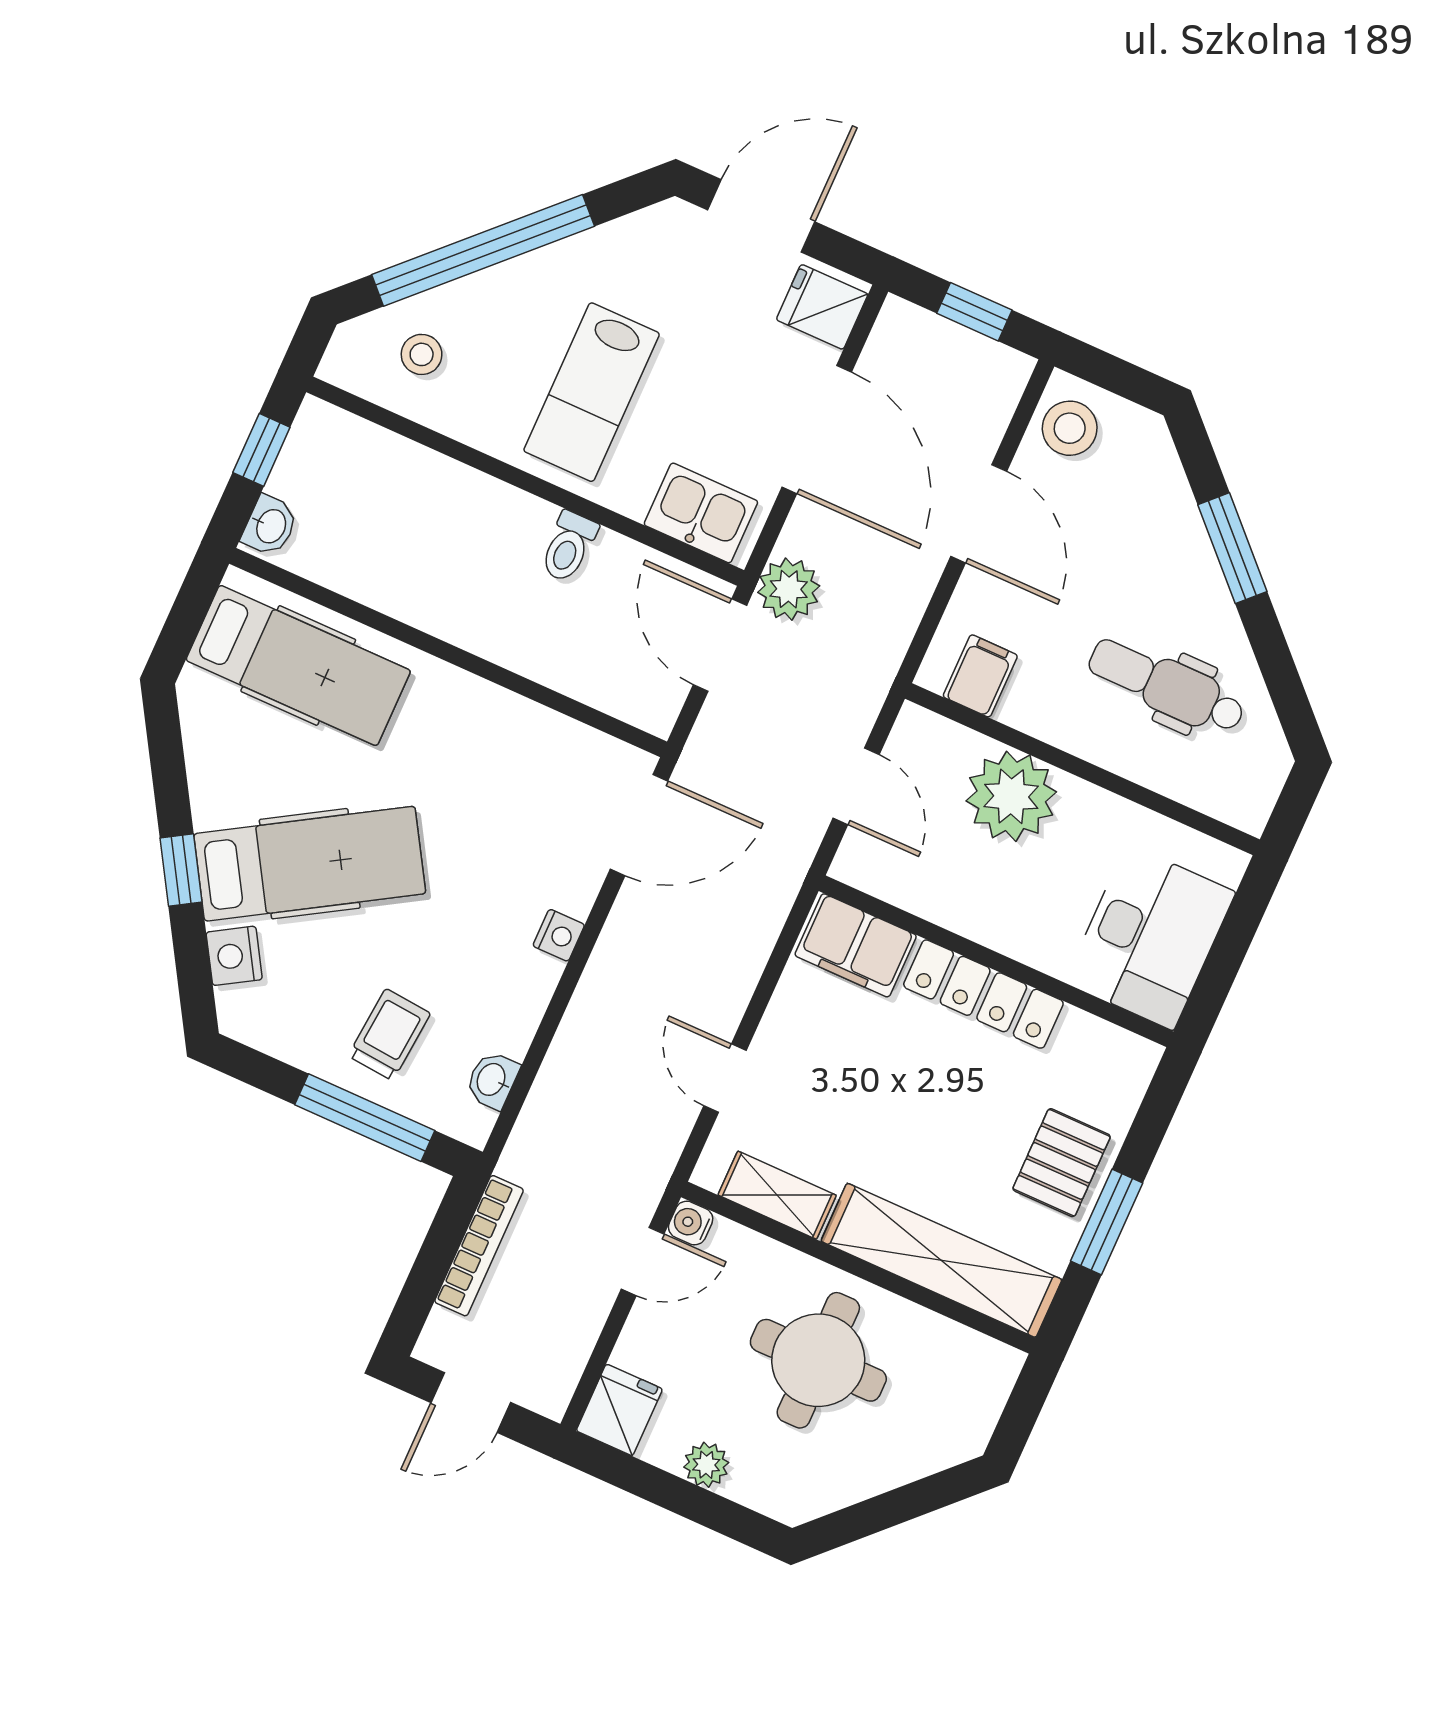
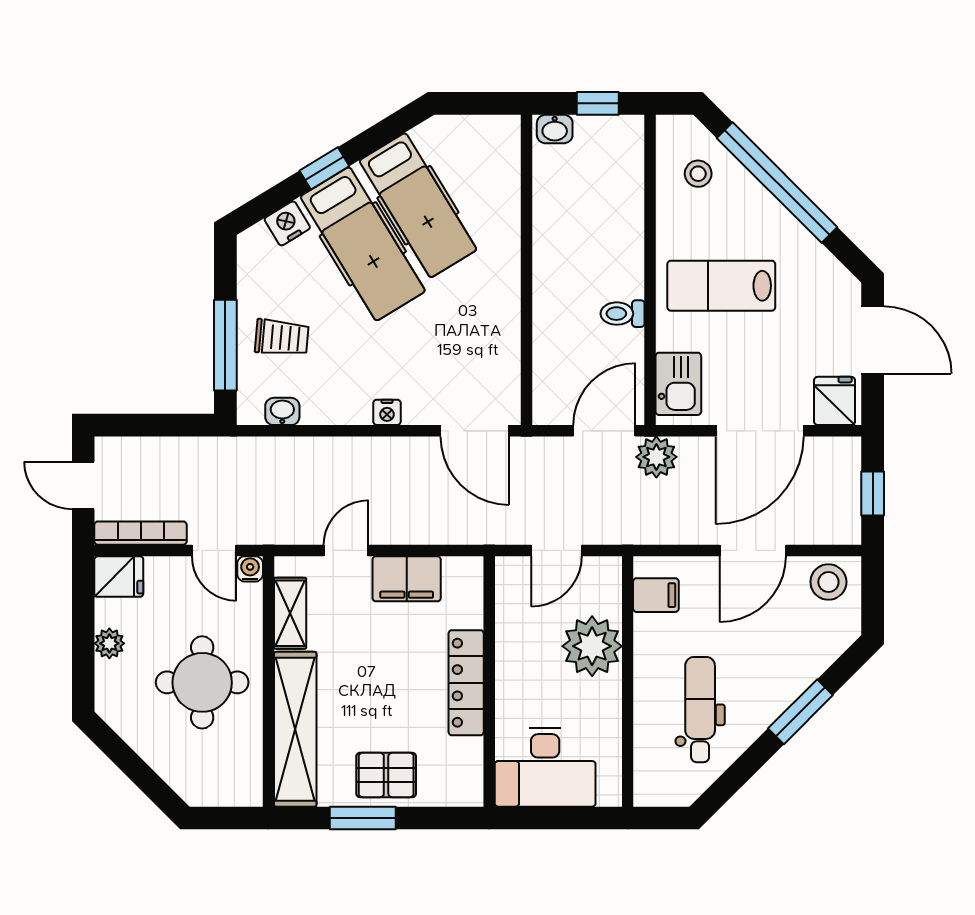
hospital bed: (298, 665) -> (418, 205), moved, turned -31
filing cabinet: (856, 945) -> (407, 579), moved, turned -90
bookcase: (479, 1246) -> (141, 533), moved, turned 180

